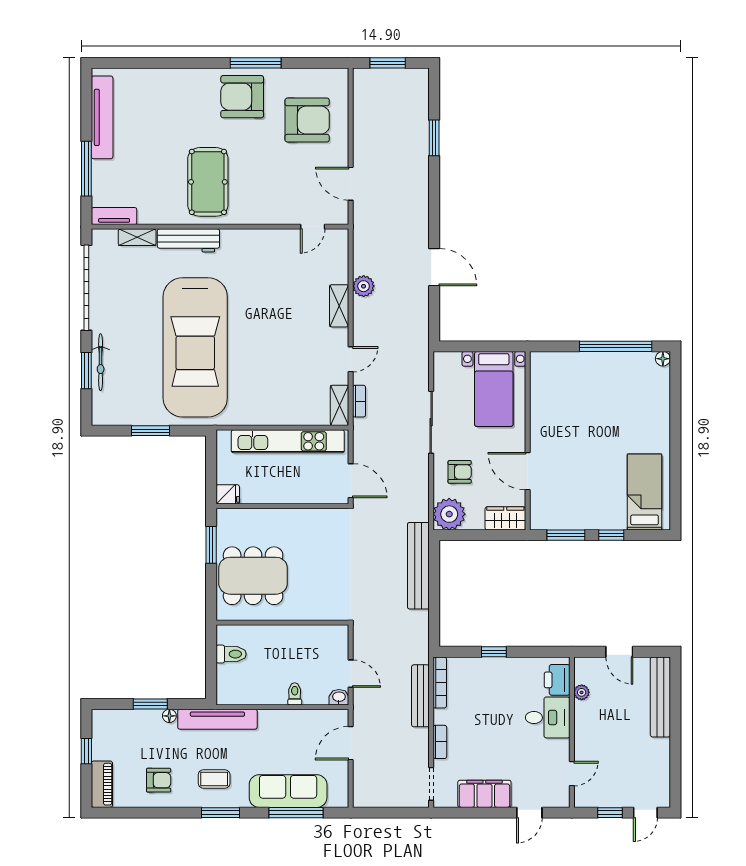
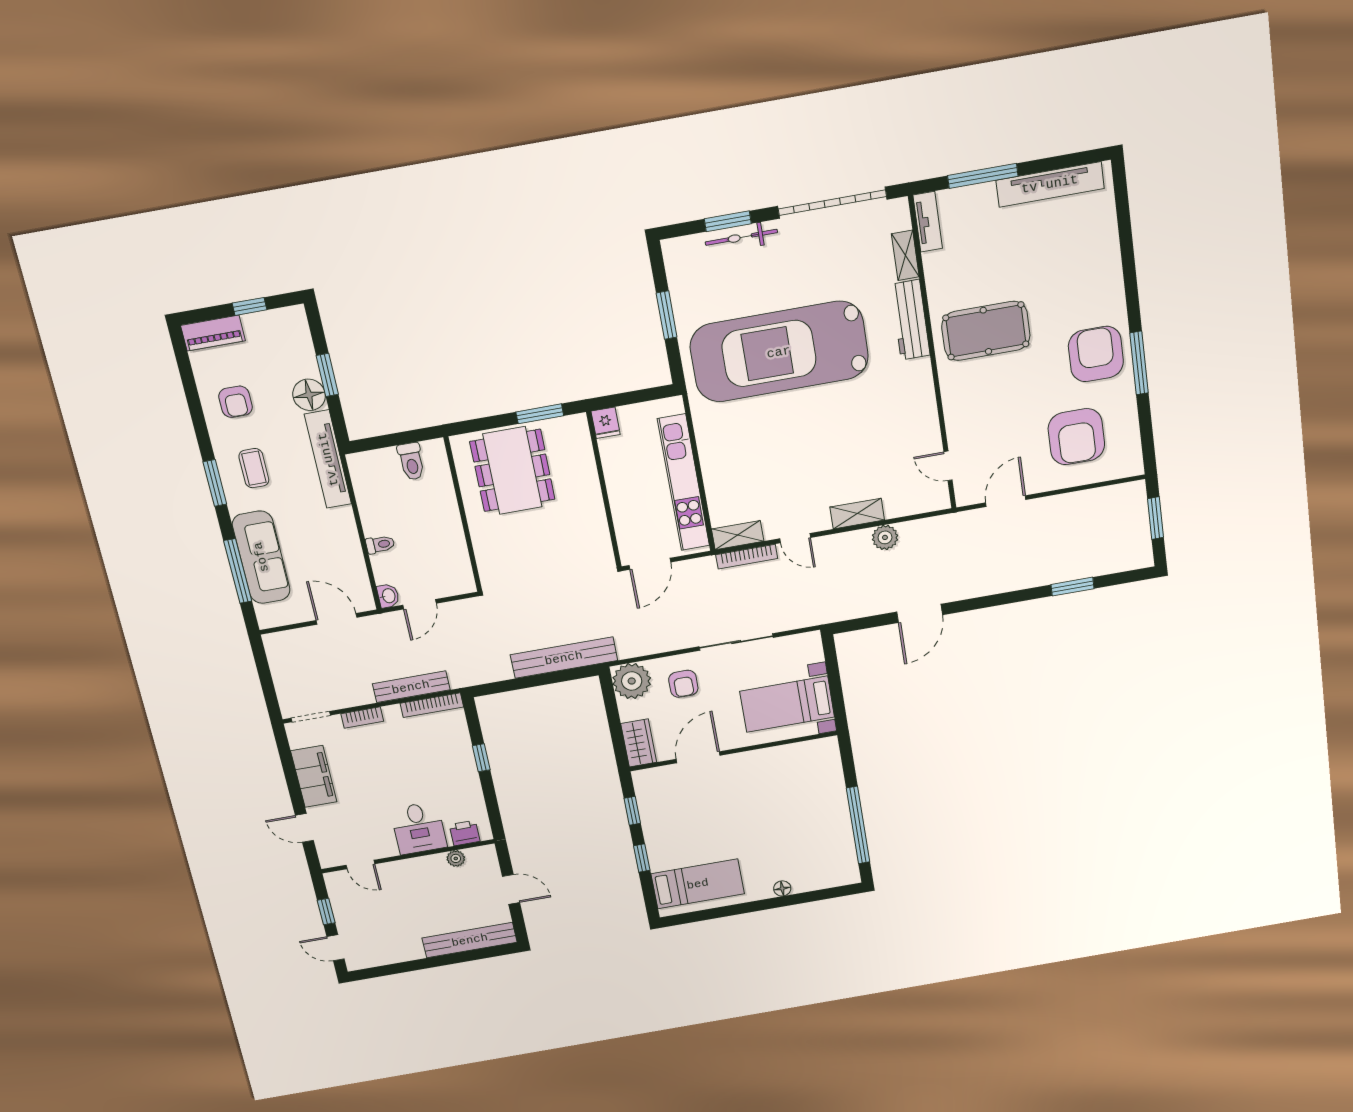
floor lamp: (663, 359) -> (782, 888), moved
bookcase: (359, 401) -> (747, 557), width x1.56
window: (566, 535) -> (632, 811), width x0.67
door: (619, 652) -> (511, 889), swing flipped
printer: (557, 680) -> (465, 833), width x0.73, depth x0.81
floor lamp: (169, 716) -> (309, 395), width x1.89, depth x1.89

